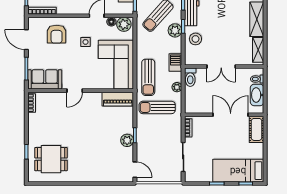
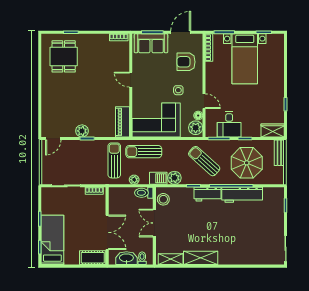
plant: (175, 30) -> (174, 178), moved
stool: (195, 39) -> (163, 199), moved
sofa: (45, 79) -> (151, 43), moved, turned 90

